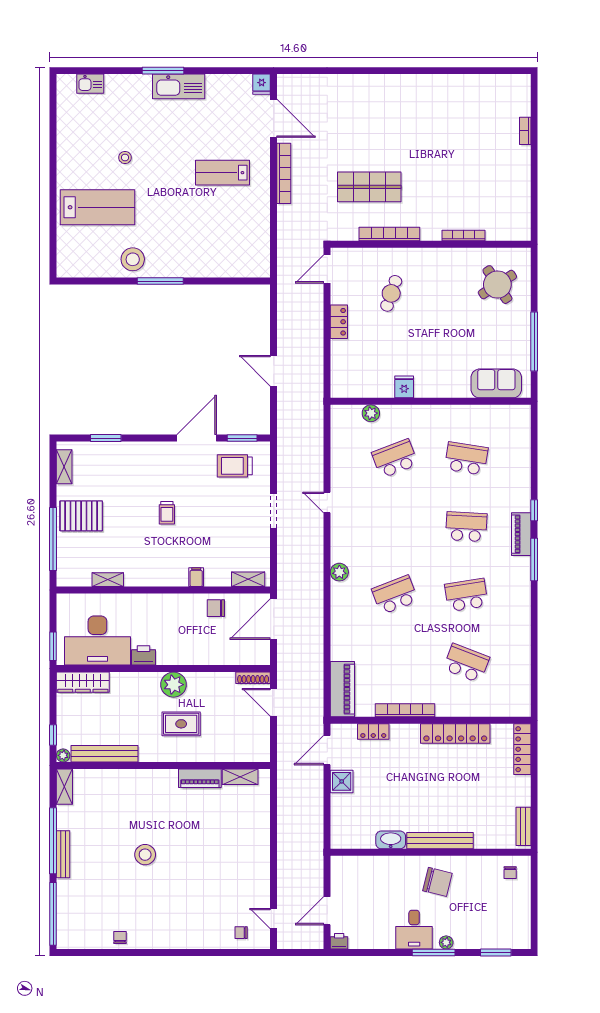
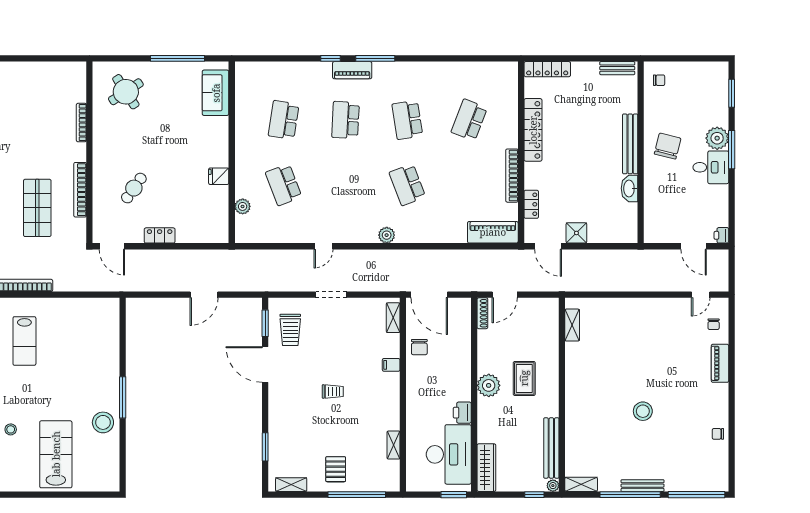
cafe table: (391, 293) -> (134, 188), turned -74
pallet: (81, 516) -> (336, 469), width x0.67, depth x0.71
piano: (200, 778) -> (720, 363), moved, turned 180
plant: (446, 942) -> (717, 138), width x1.87, depth x1.87

